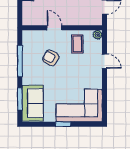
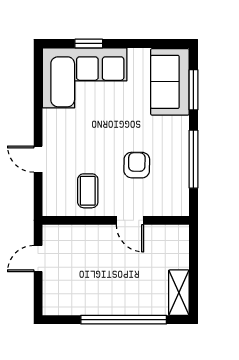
plant: (98, 35) -> (51, 208), removed
armchair: (51, 58) -> (137, 165), turned -118
window: (63, 124) -> (89, 43), moved

